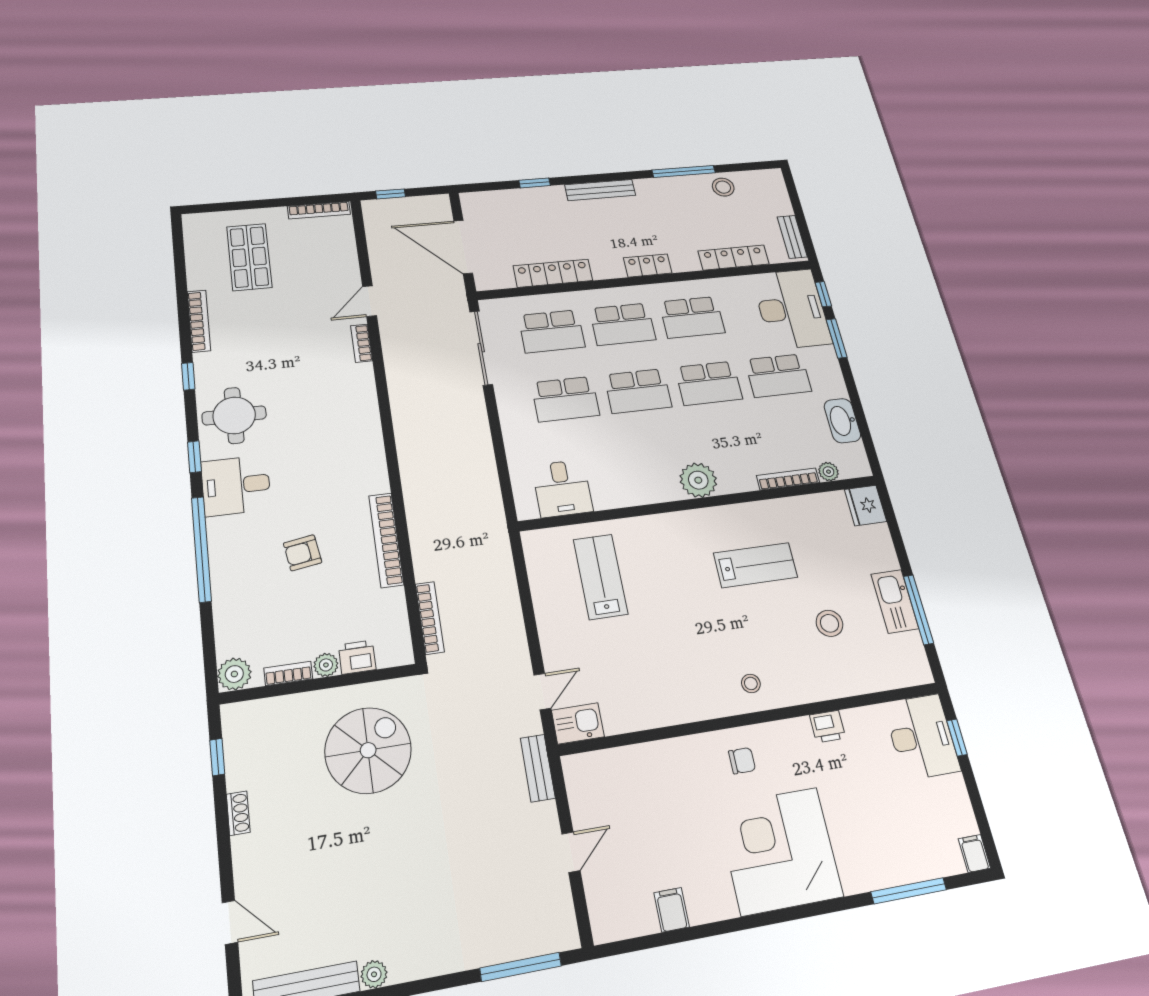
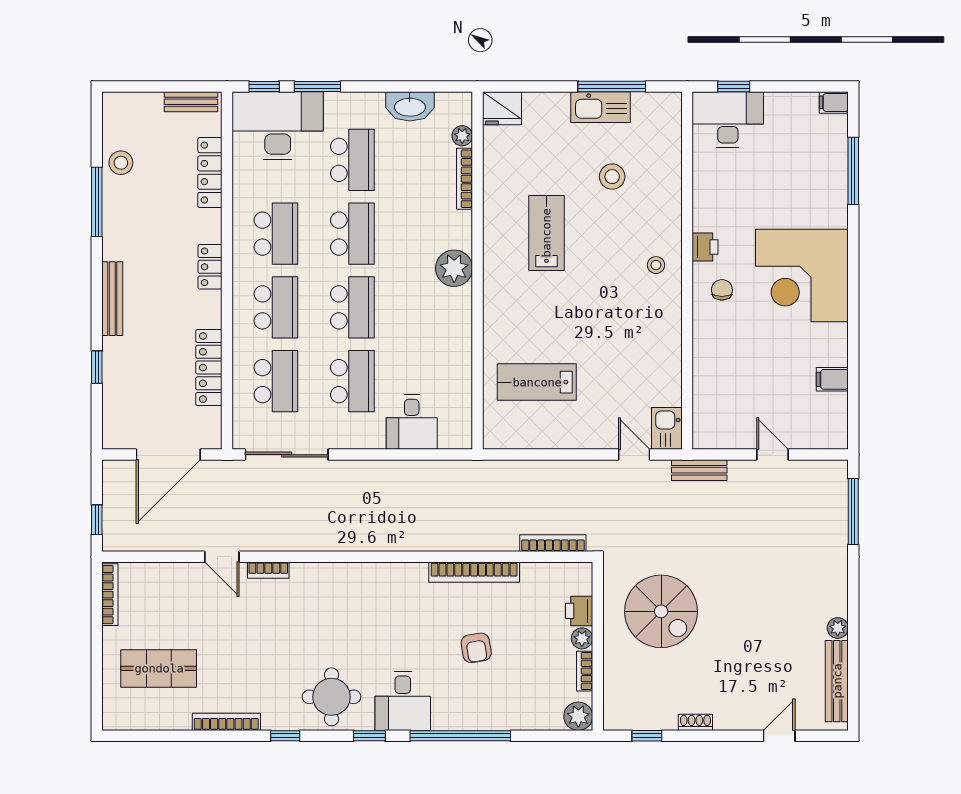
desk: (562, 488) -> (412, 422), moved, turned 90
printer: (828, 726) -> (705, 247), moved
spiral stairs: (368, 750) -> (661, 611), turned 180

